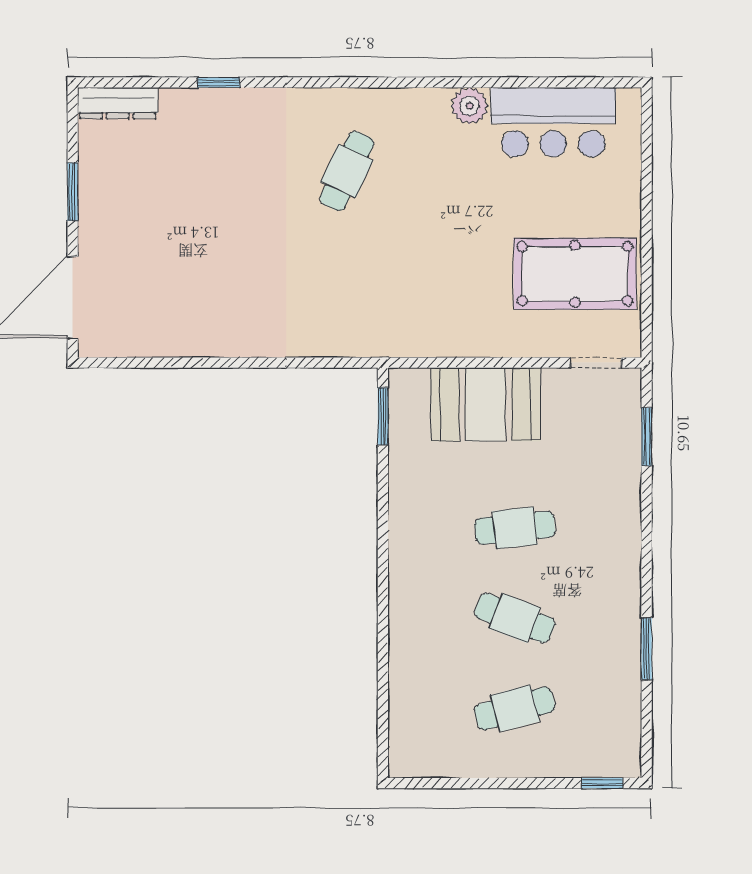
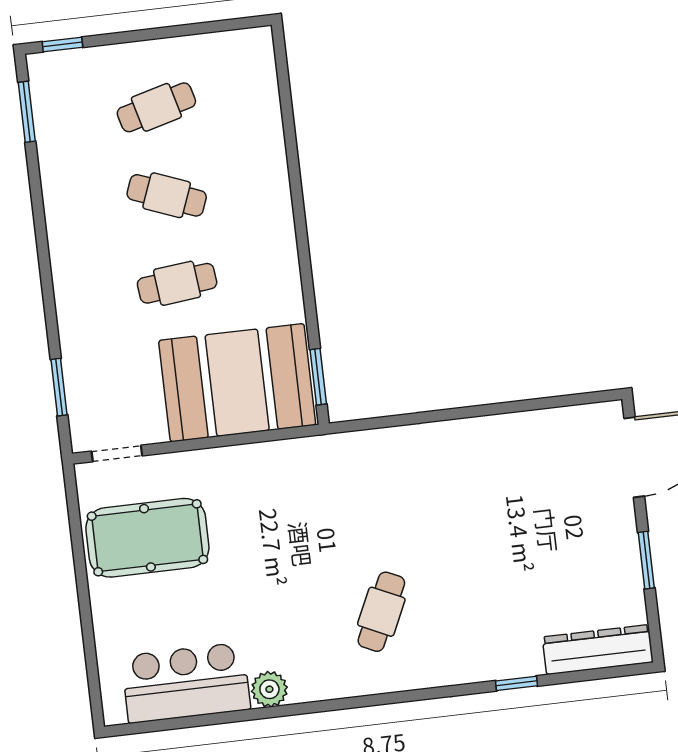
dresser: (118, 103) -> (598, 650), width x1.37, depth x1.24
booth: (485, 404) -> (237, 383), width x1.36, depth x1.42
window: (647, 649) -> (27, 112), moved

